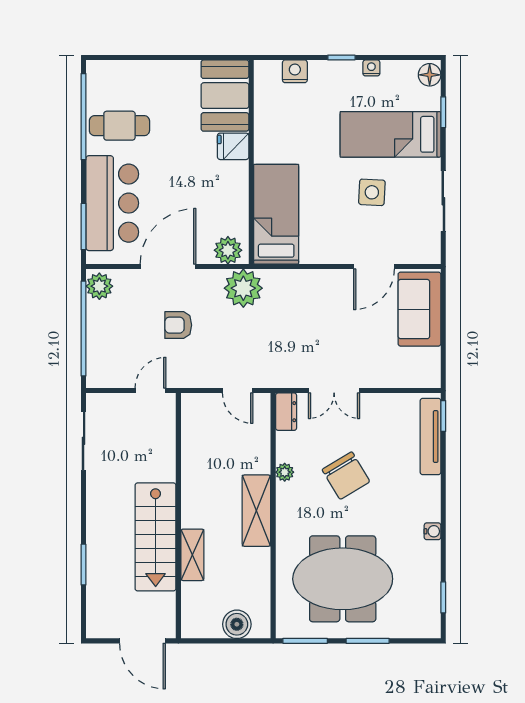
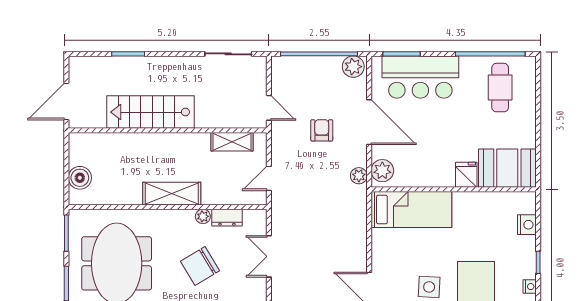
cafe table: (119, 126) -> (500, 88), moved
plant: (243, 288) -> (359, 176), width x0.53, depth x0.53
dresser: (286, 412) -> (227, 218), moved
shelving: (192, 555) -> (232, 142), moved

